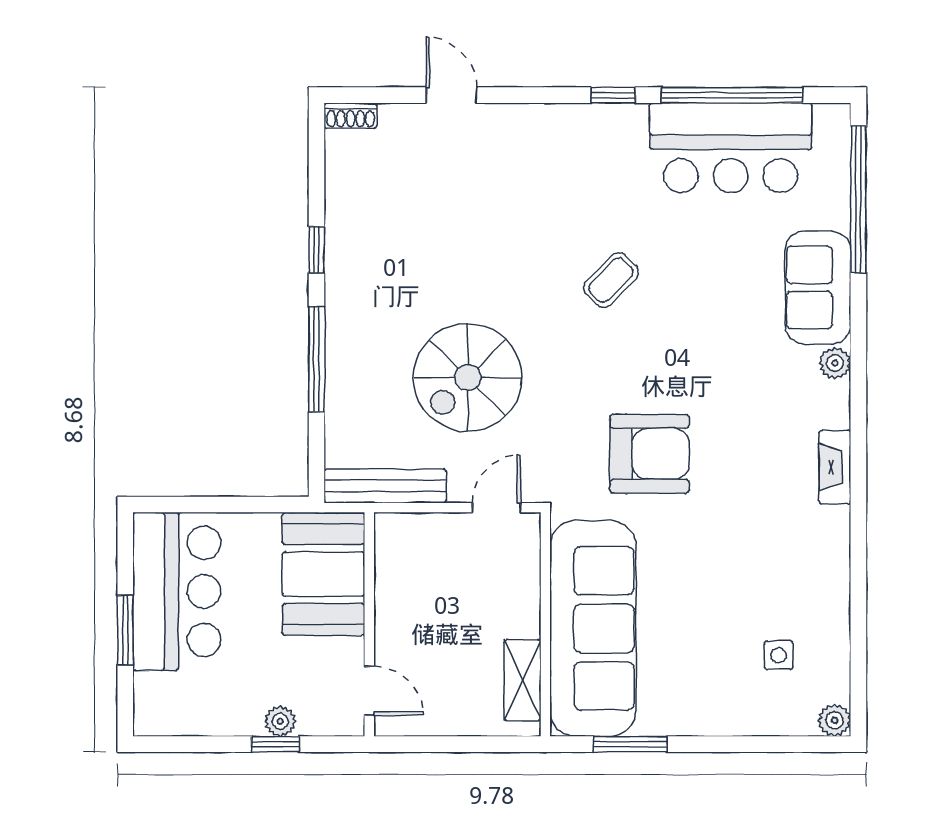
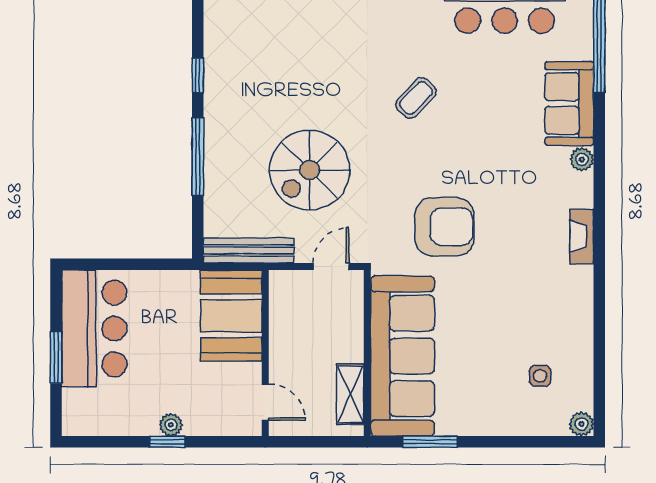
booth: (324, 574) -> (231, 316), moved
wall: (369, 624) -> (265, 353), moved
door: (369, 691) -> (265, 402), moved

